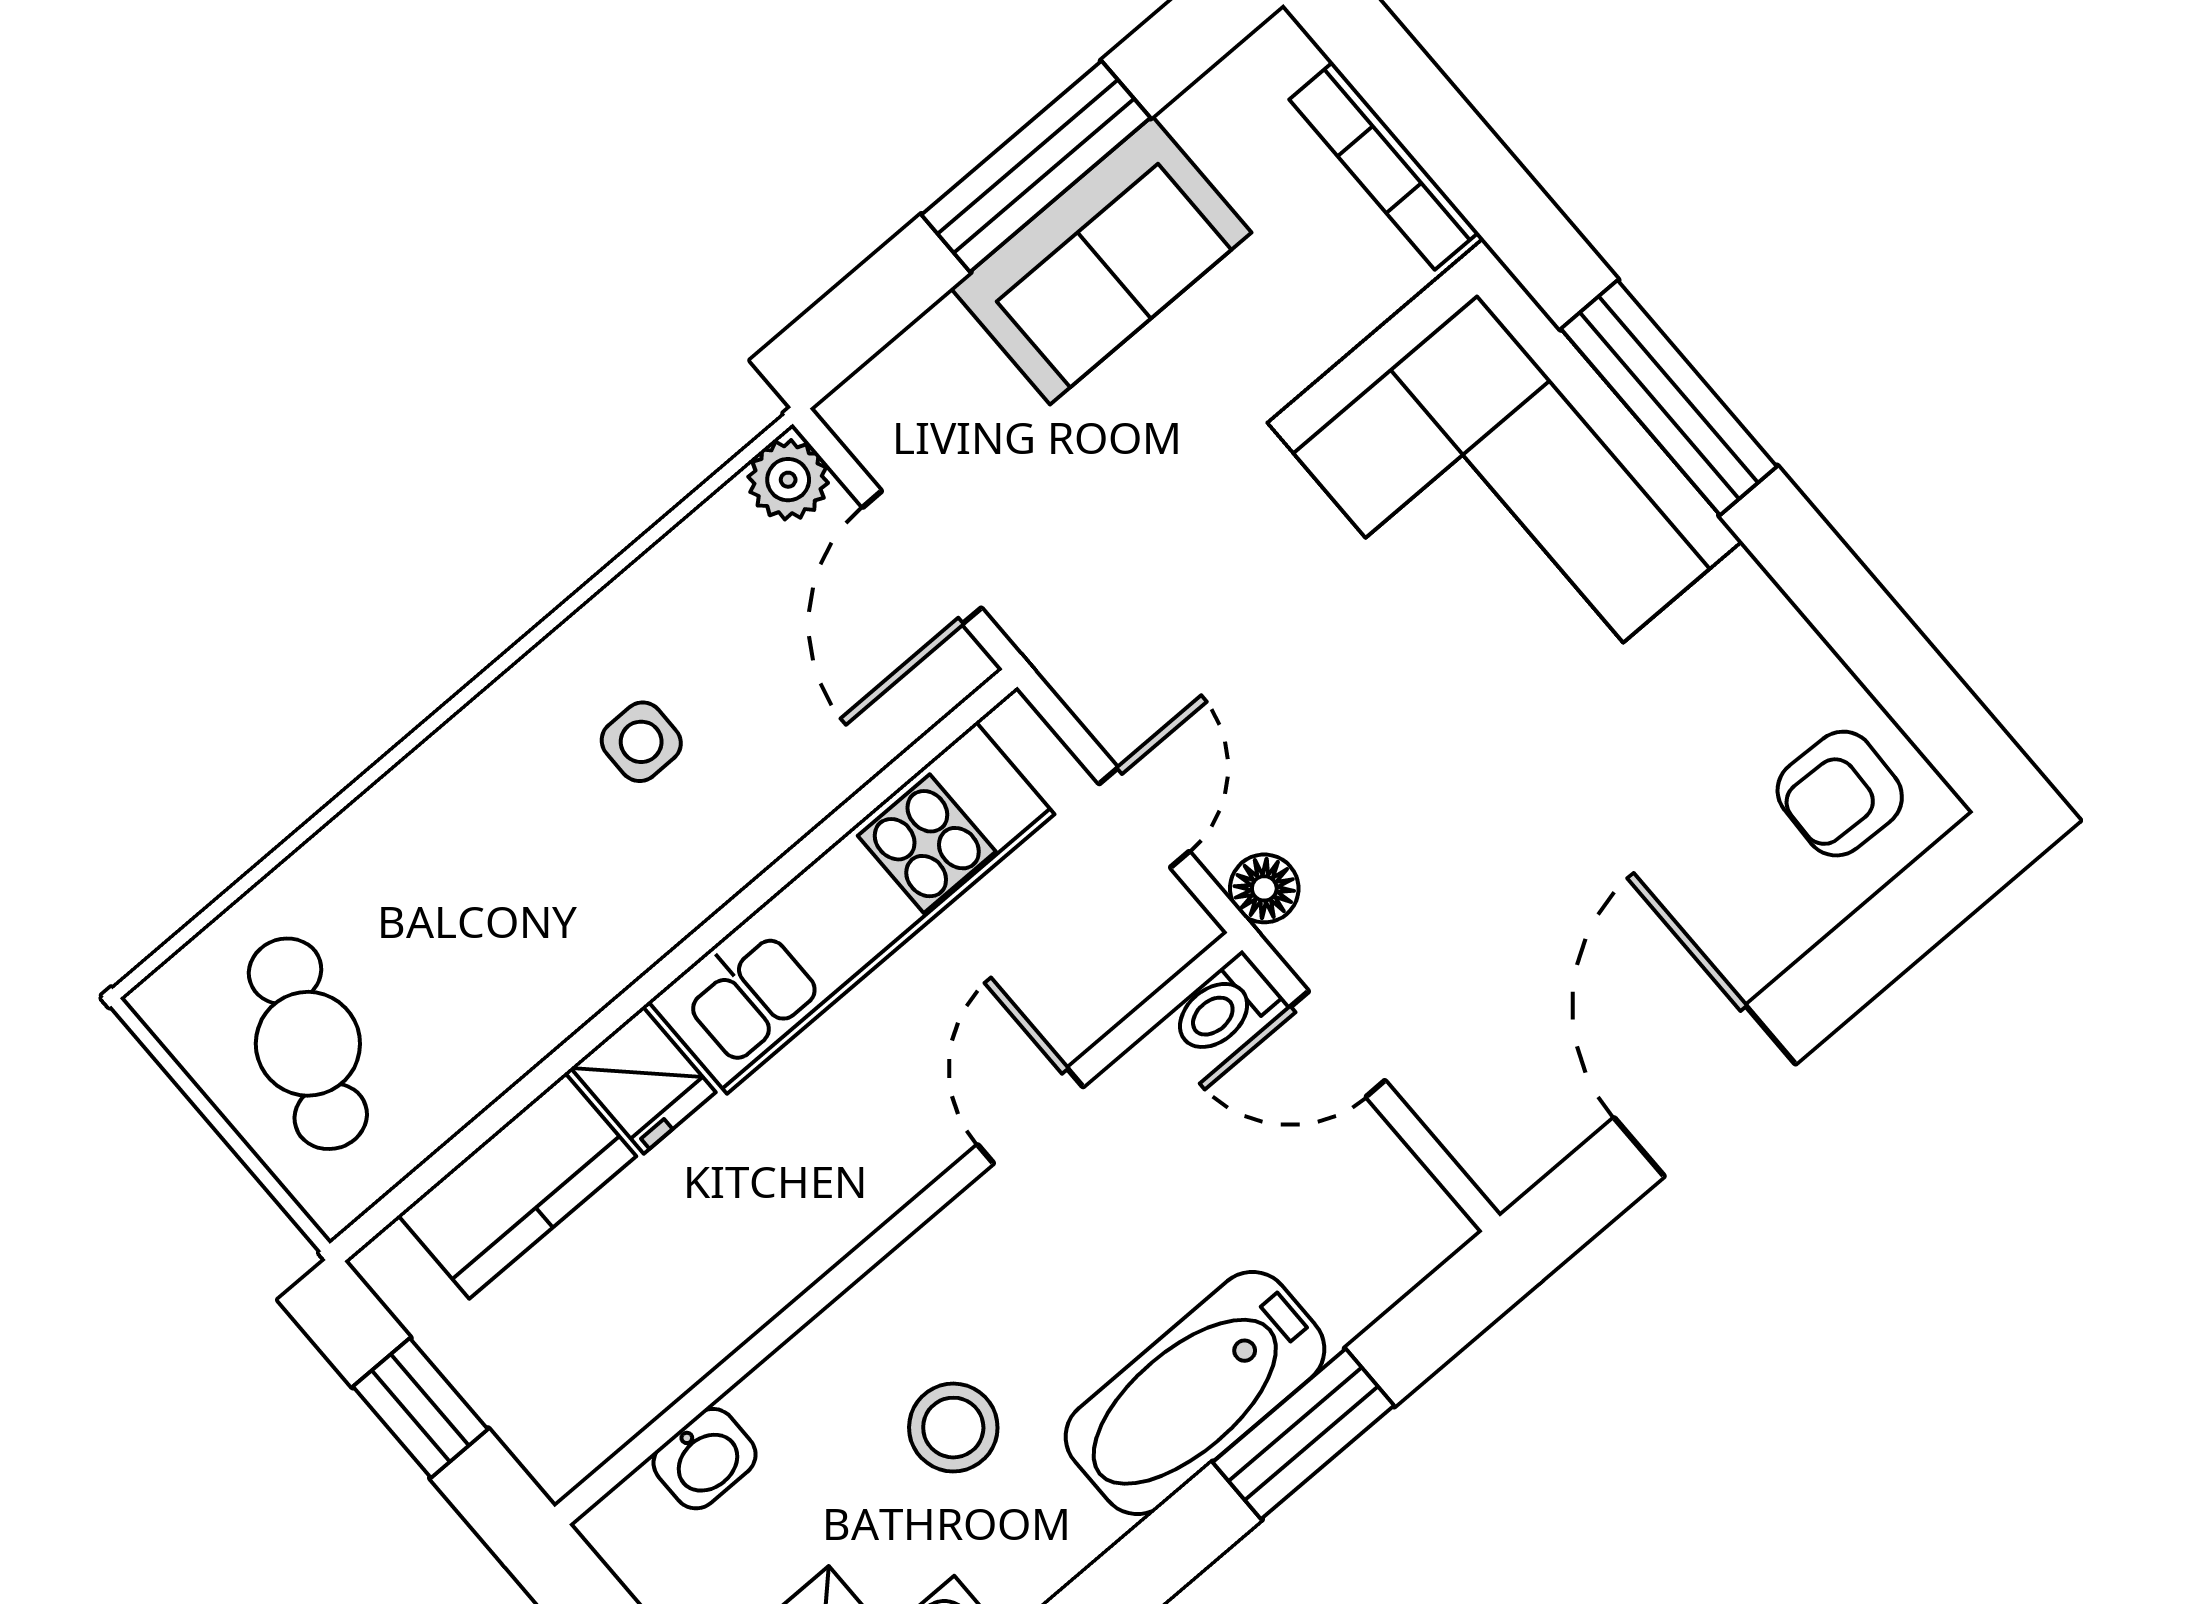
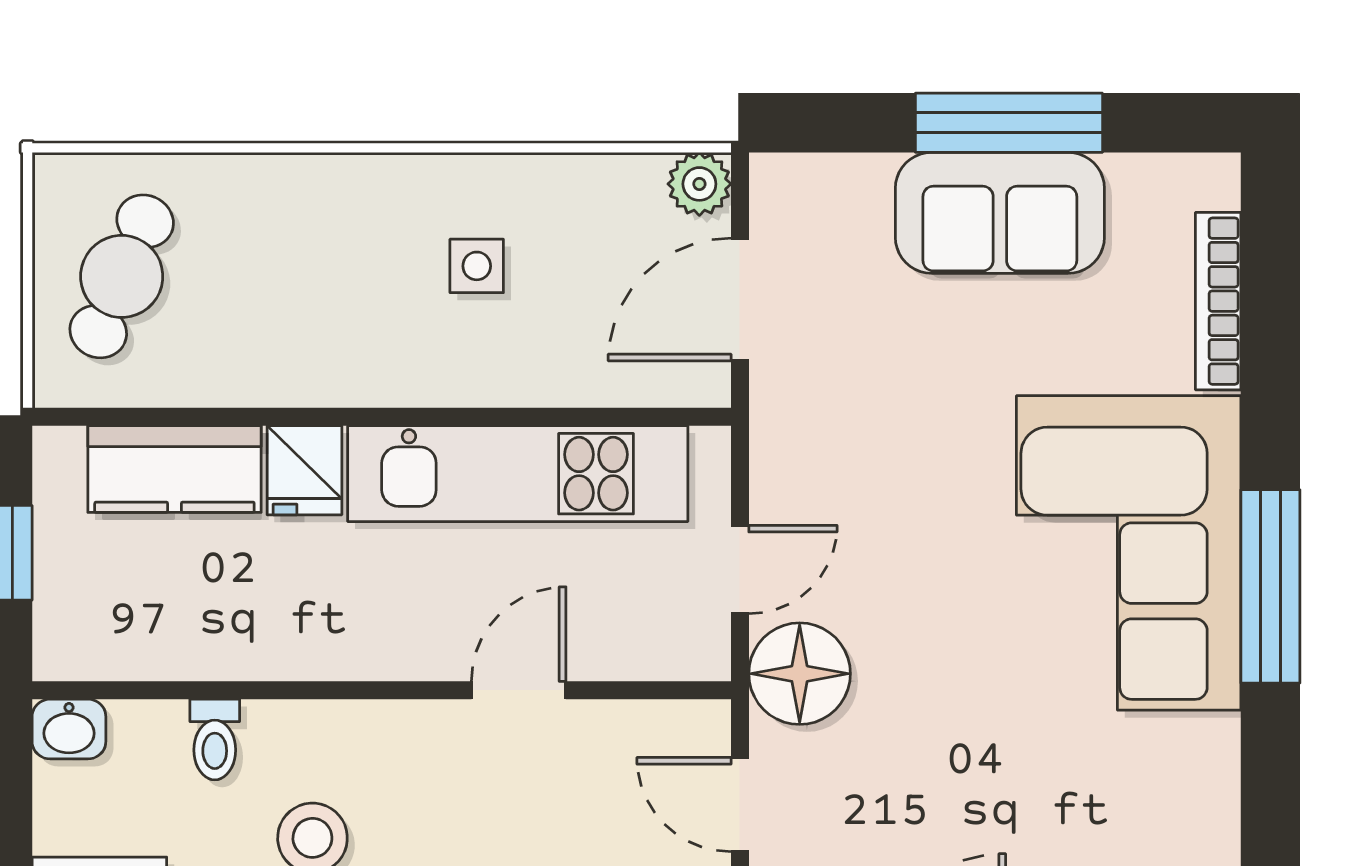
floor lamp: (1264, 888) -> (800, 674), width x1.89, depth x1.89
toilet: (1224, 1007) -> (215, 739), moved, turned -90
washbasin: (705, 1459) -> (69, 729), moved

